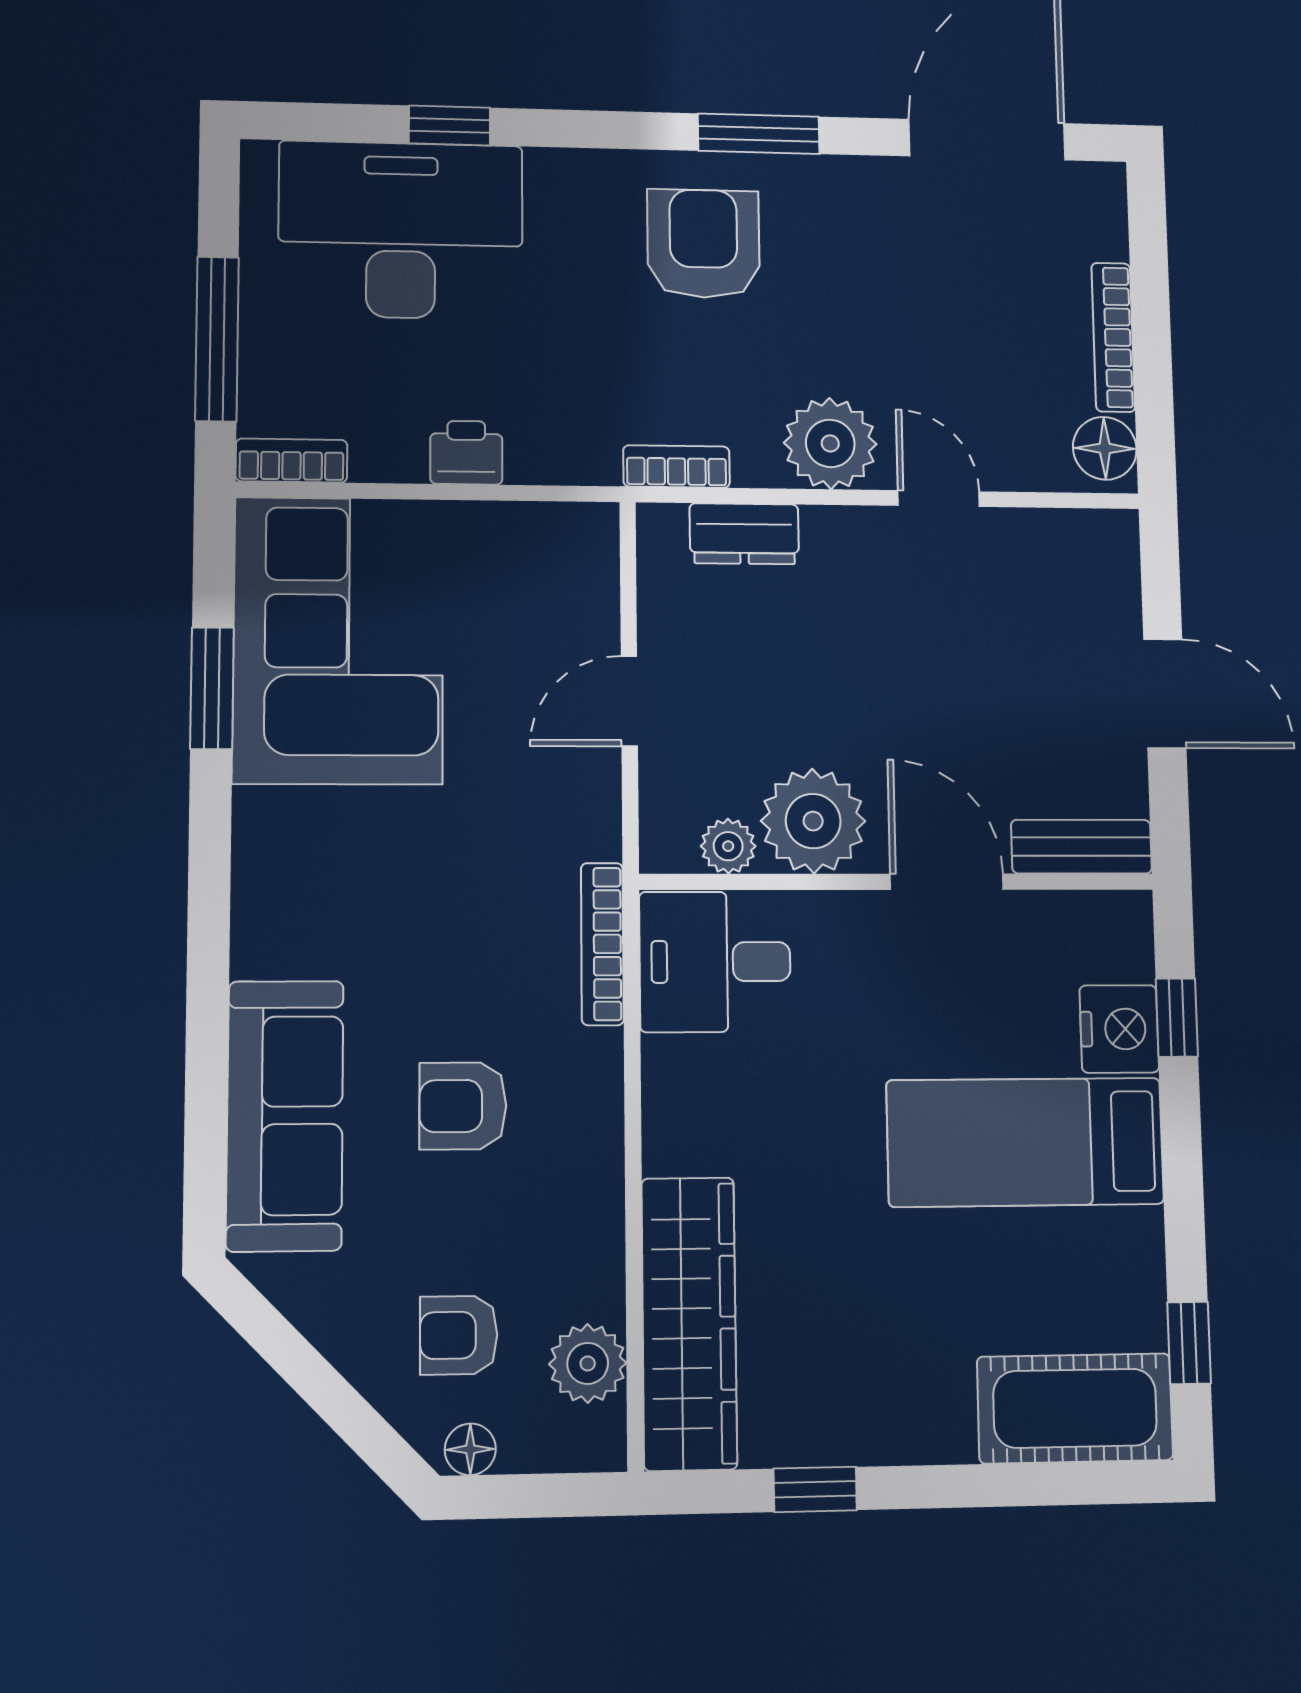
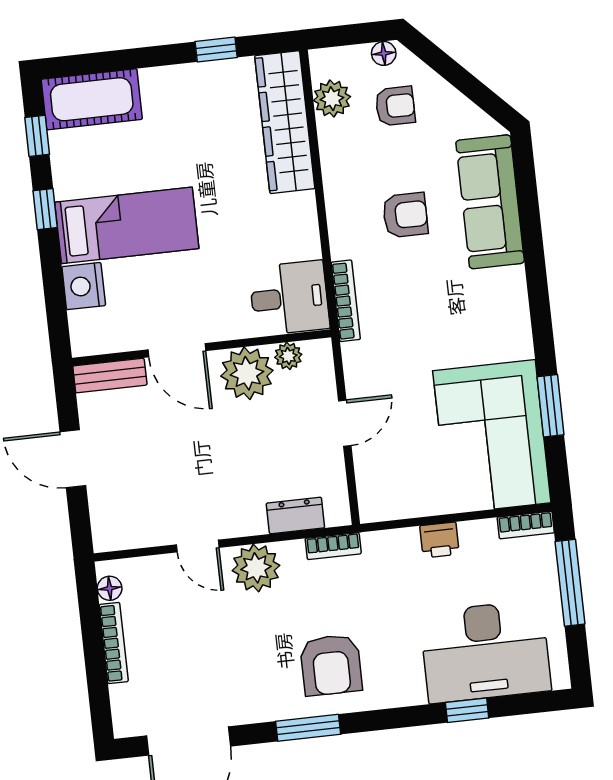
floor lamp: (1105, 448) -> (110, 588), width x0.73, depth x0.73
window: (1177, 1018) -> (45, 209), moved

